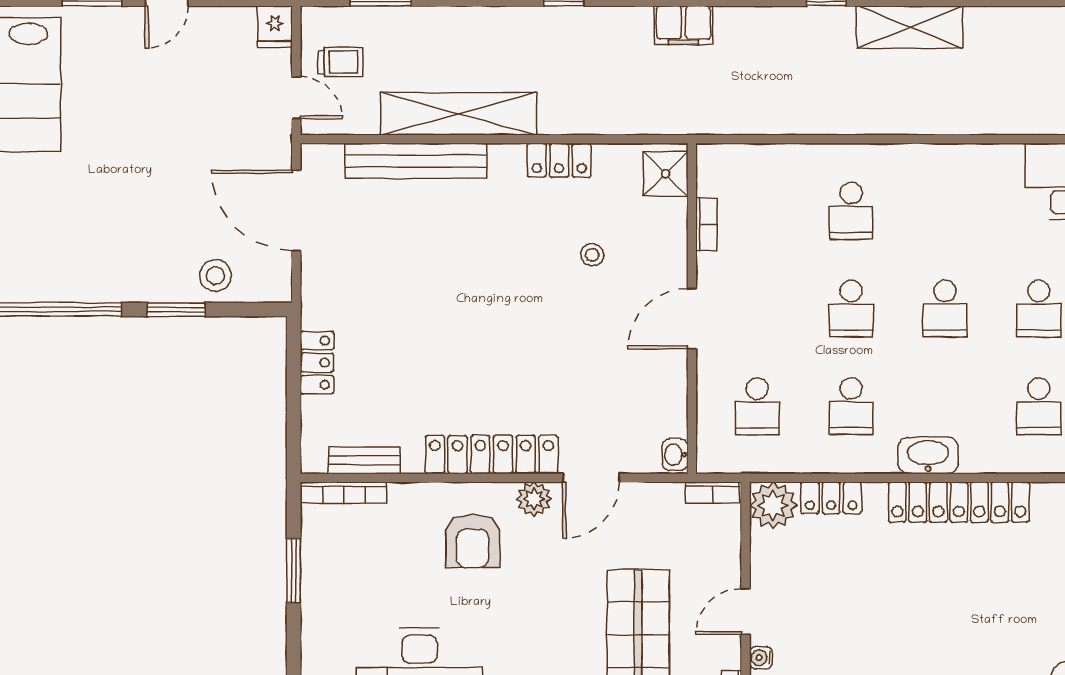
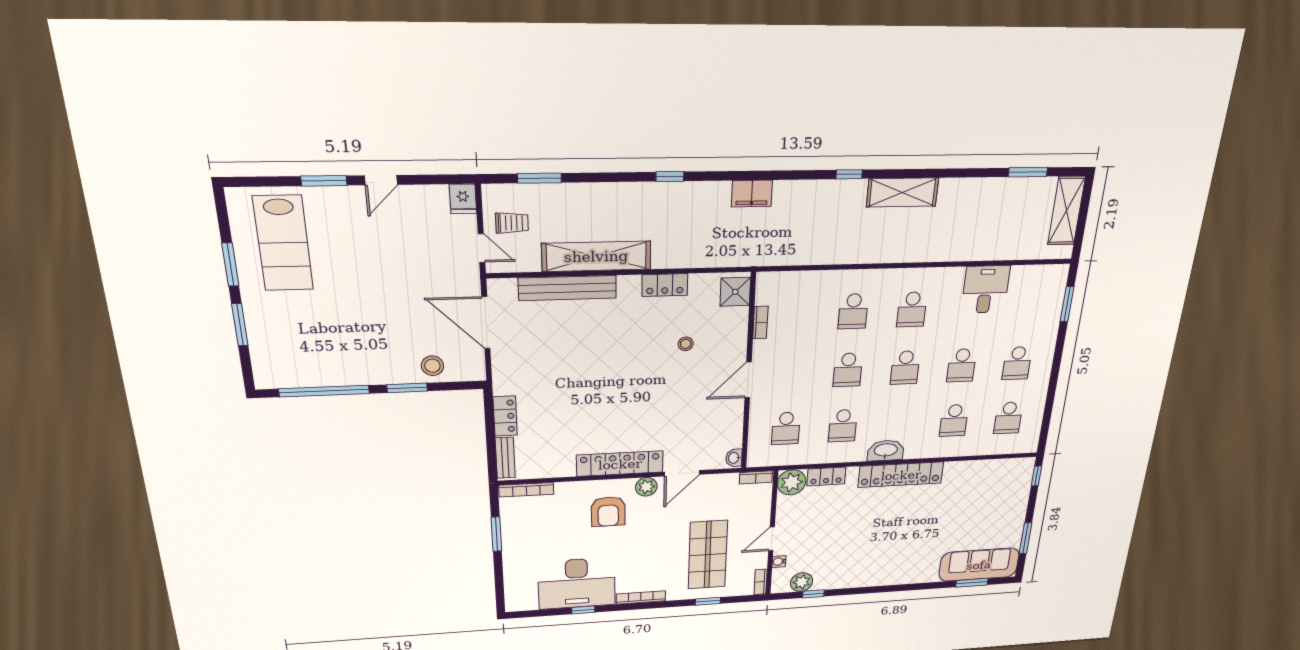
school desk: (945, 211) -> (912, 309), added
bench: (364, 460) -> (505, 458), moved, turned 90

